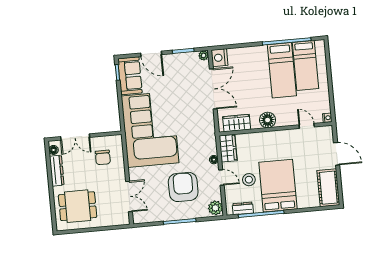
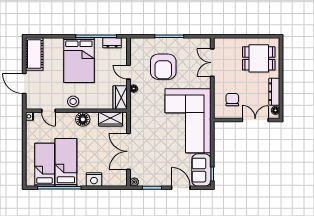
nightstand: (219, 58) -> (94, 179), moved, turned 90
stool: (249, 180) -> (73, 101), moved
plant: (215, 208) -> (136, 46), removed

